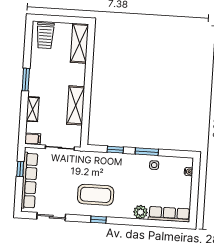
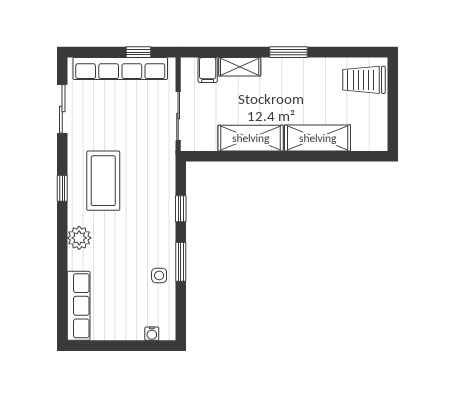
shelving: (80, 43) -> (318, 138), moved
filing cabinet: (33, 139) -> (208, 70), moved
plant: (141, 212) -> (79, 238), moved

